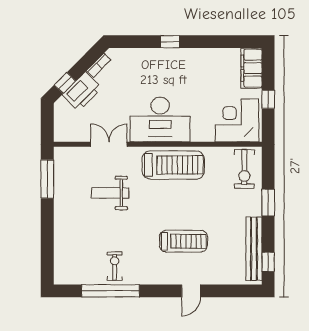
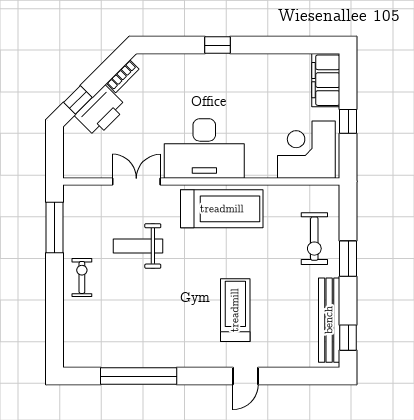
exercise bike: (244, 169) -> (314, 239), moved
treadmill: (183, 241) -> (235, 310), turned -90
exercise bike: (115, 266) -> (82, 277), moved

